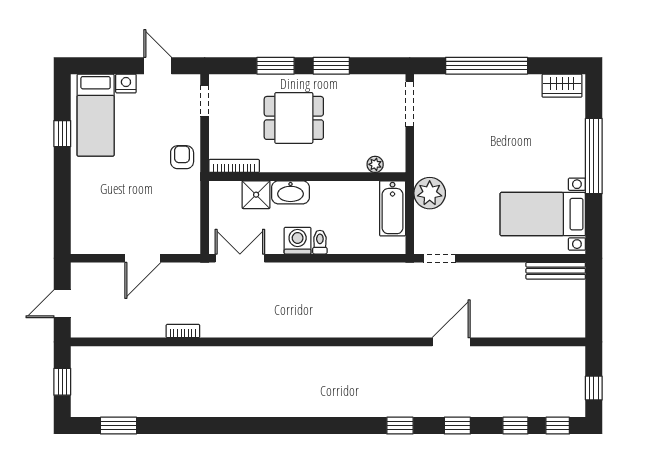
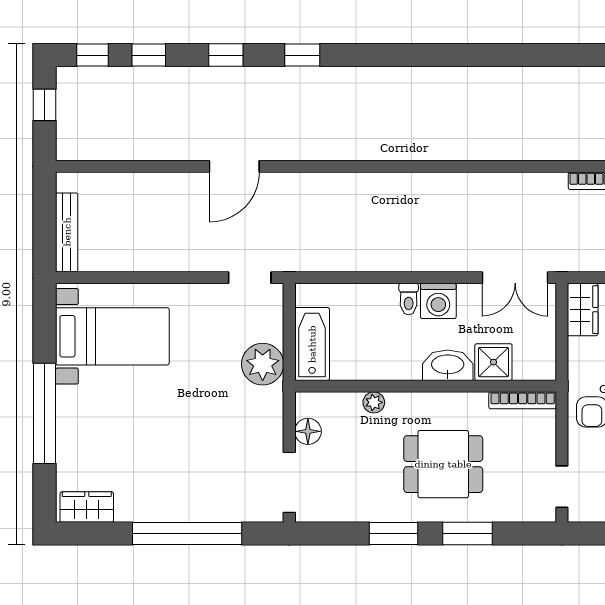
floor lamp: (396, 143) -> (308, 431), added
plant: (375, 164) -> (374, 402), moved
wardrobe: (189, 234) -> (583, 310), added
bench: (556, 271) -> (67, 232), moved, turned 90

